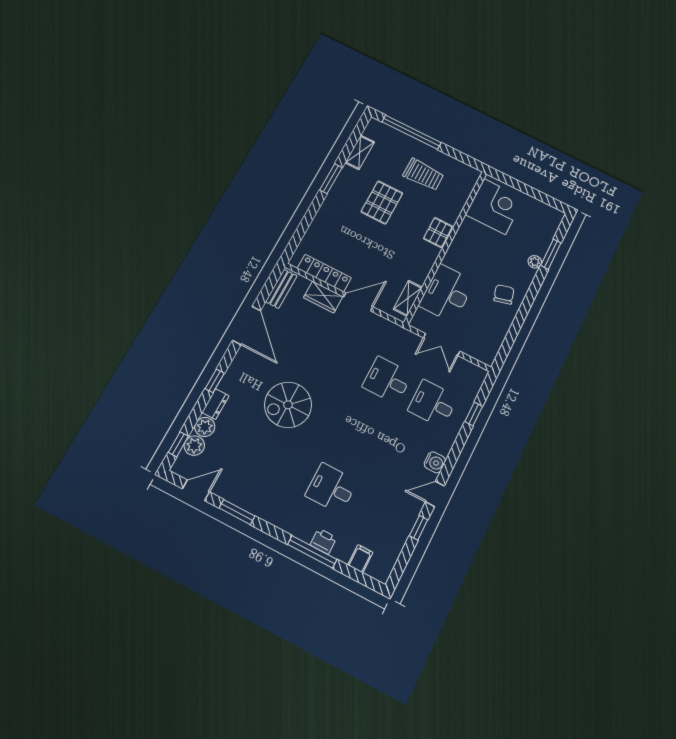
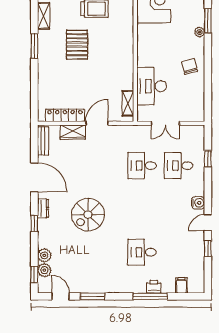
pallet: (438, 232) -> (125, 46), removed
dresser: (216, 404) -> (43, 208), moved
door: (196, 490) -> (61, 296), hinge flipped

